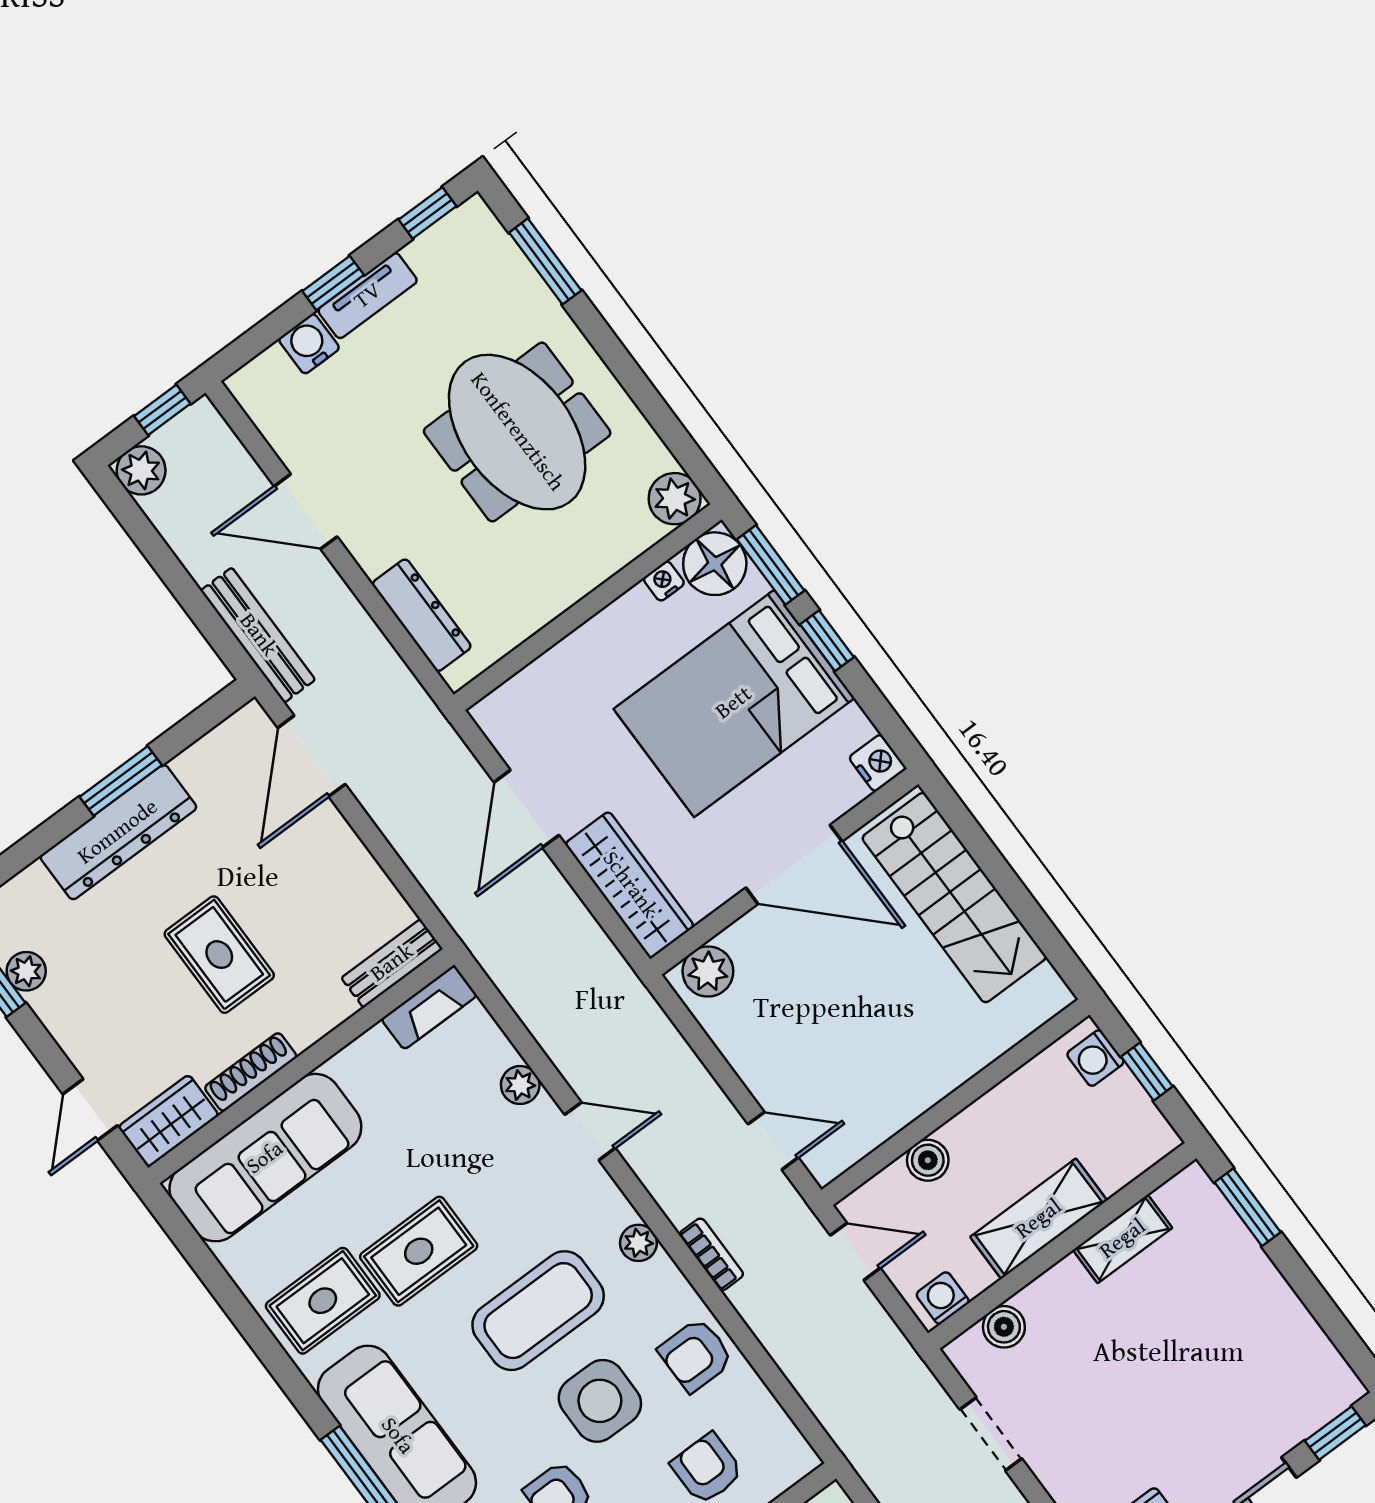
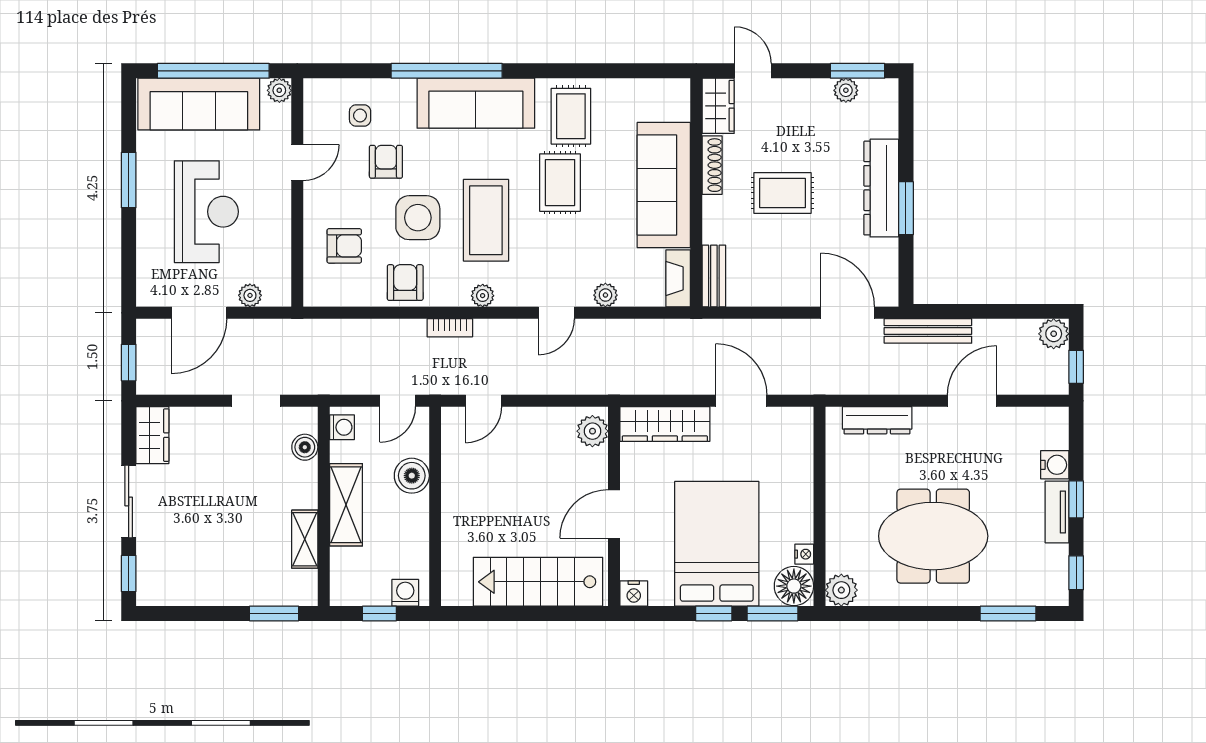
door: (794, 864) -> (614, 514), width x0.73
sofa: (265, 1158) -> (664, 185), moved
boiler: (928, 1160) -> (412, 476), width x1.36, depth x1.36

